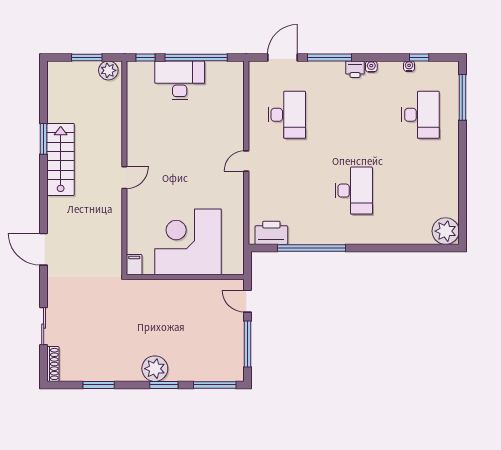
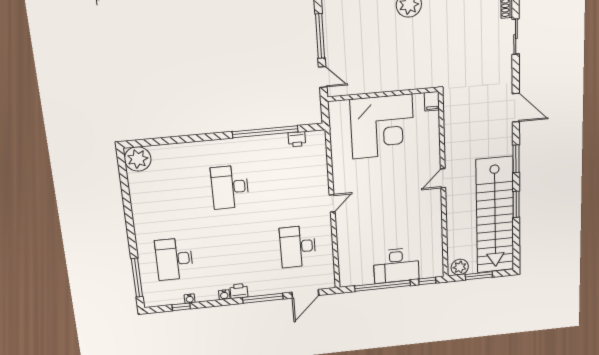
stairs: (61, 159) -> (495, 215), width x1.86, depth x1.51
window: (44, 192) -> (516, 159), added
printer: (271, 233) -> (297, 139), width x0.53, depth x0.68

